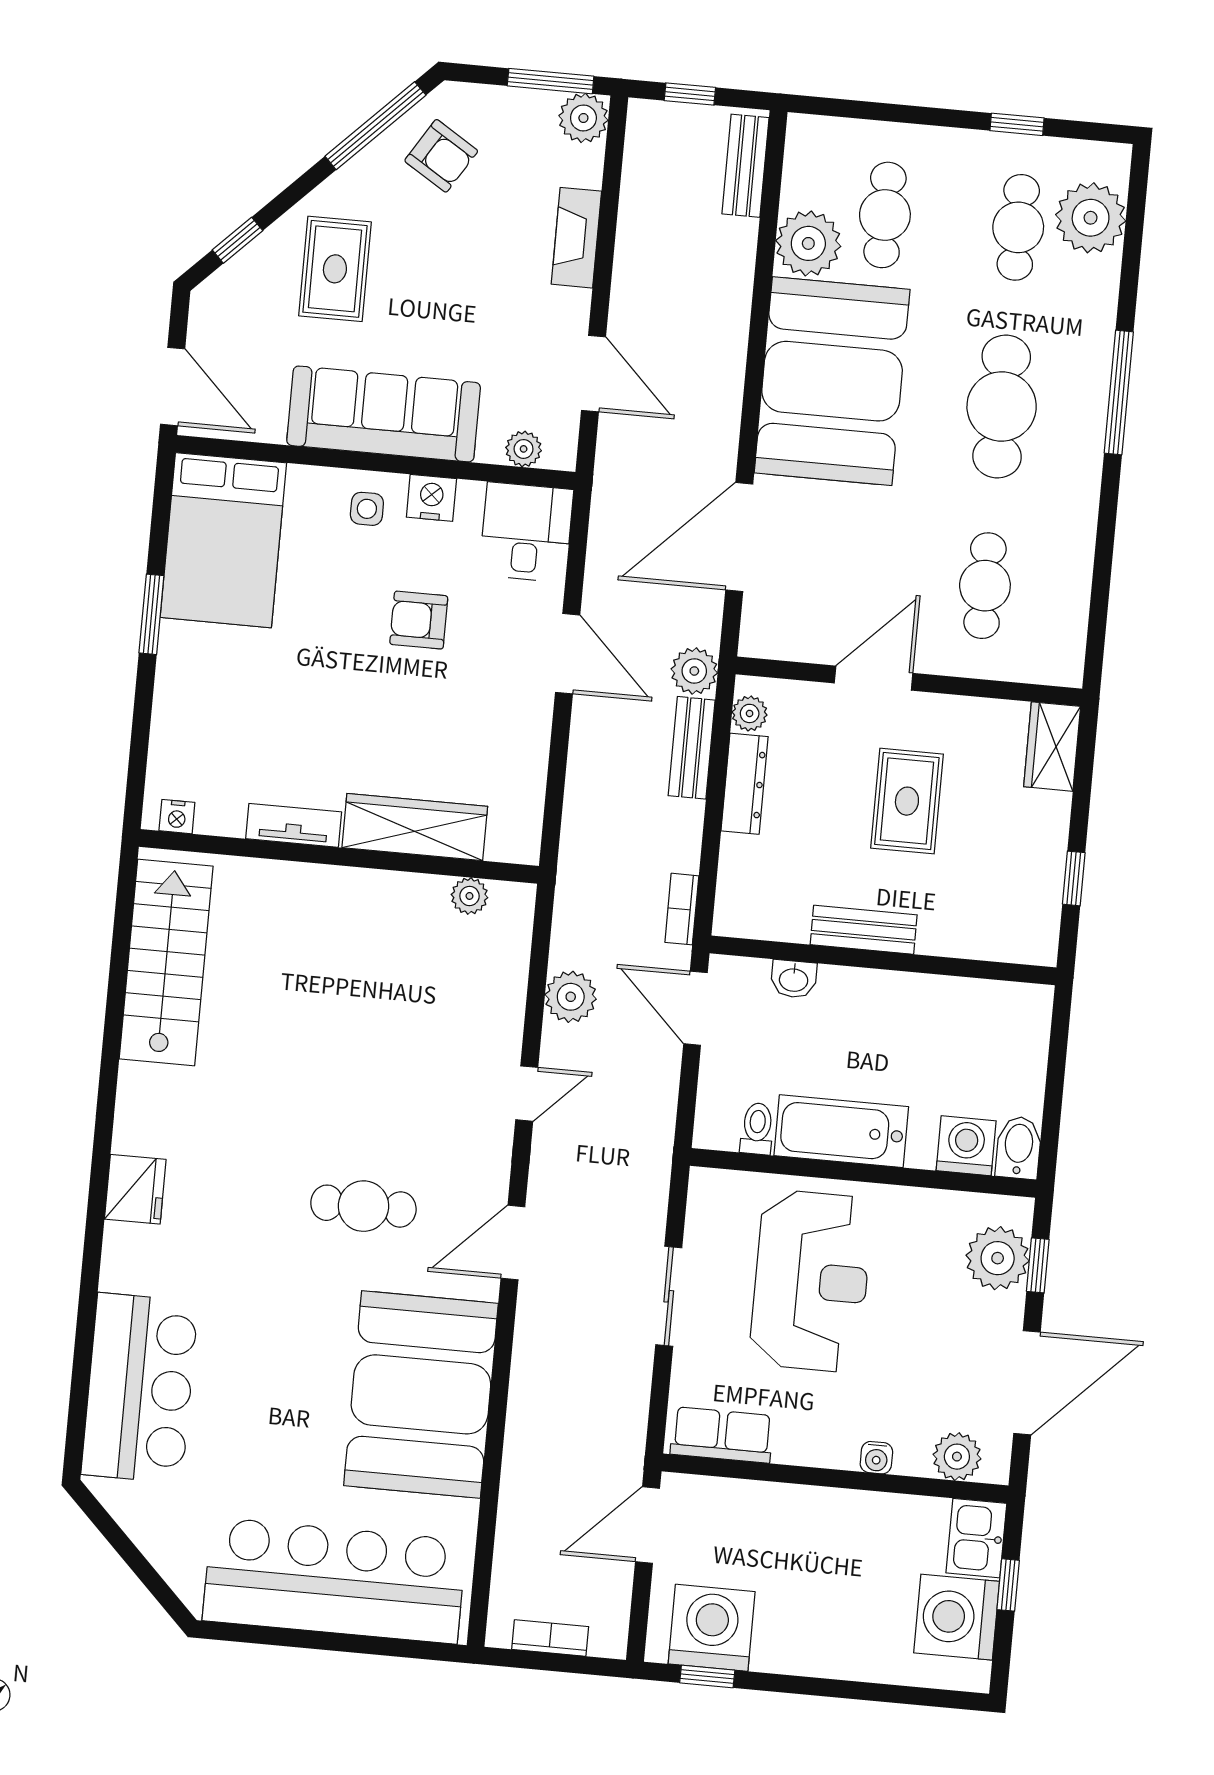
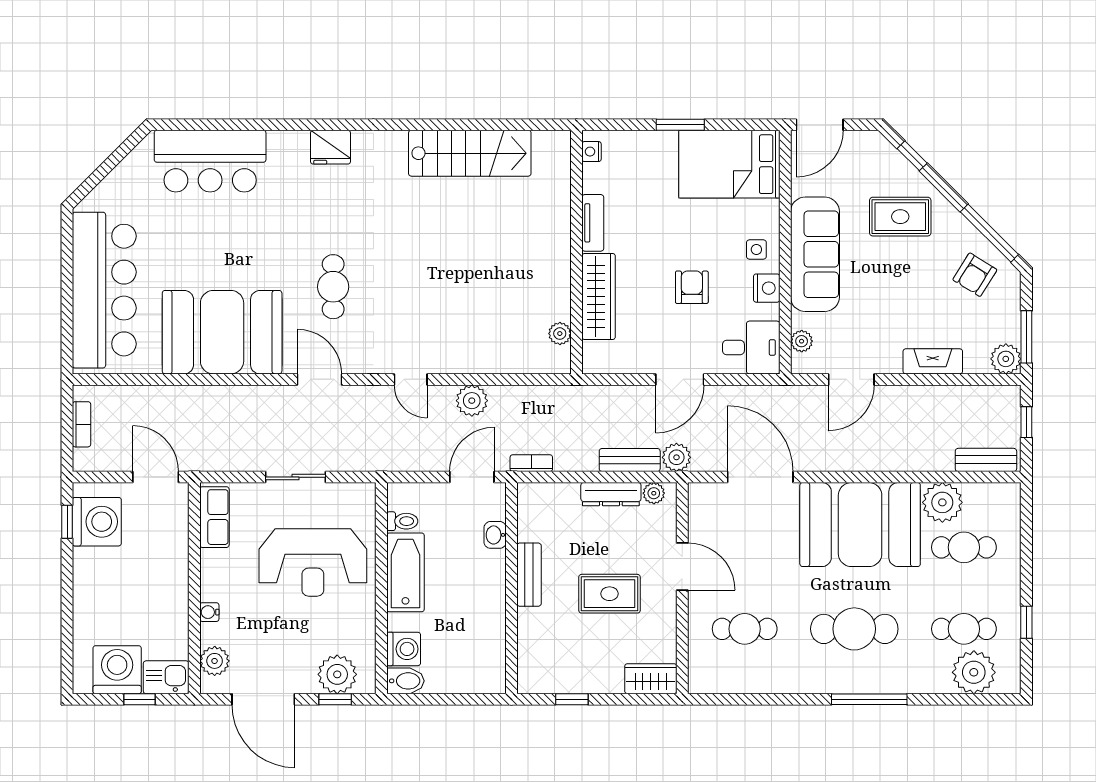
nightstand: (177, 817) -> (592, 152), moved
tv unit: (294, 825) -> (593, 223), moved
wardrobe: (415, 827) -> (599, 296), moved
wall: (339, 856) -> (577, 252), moved
plant: (469, 896) -> (560, 334), moved

